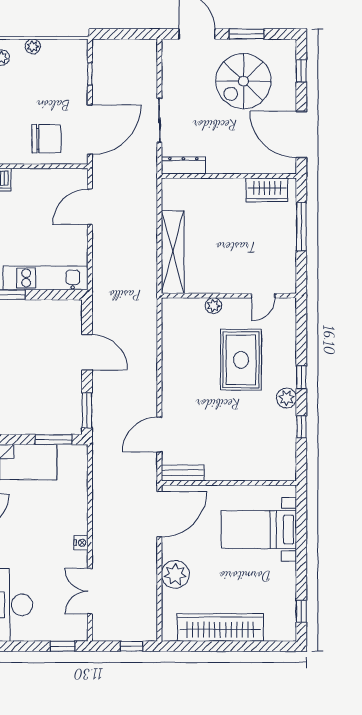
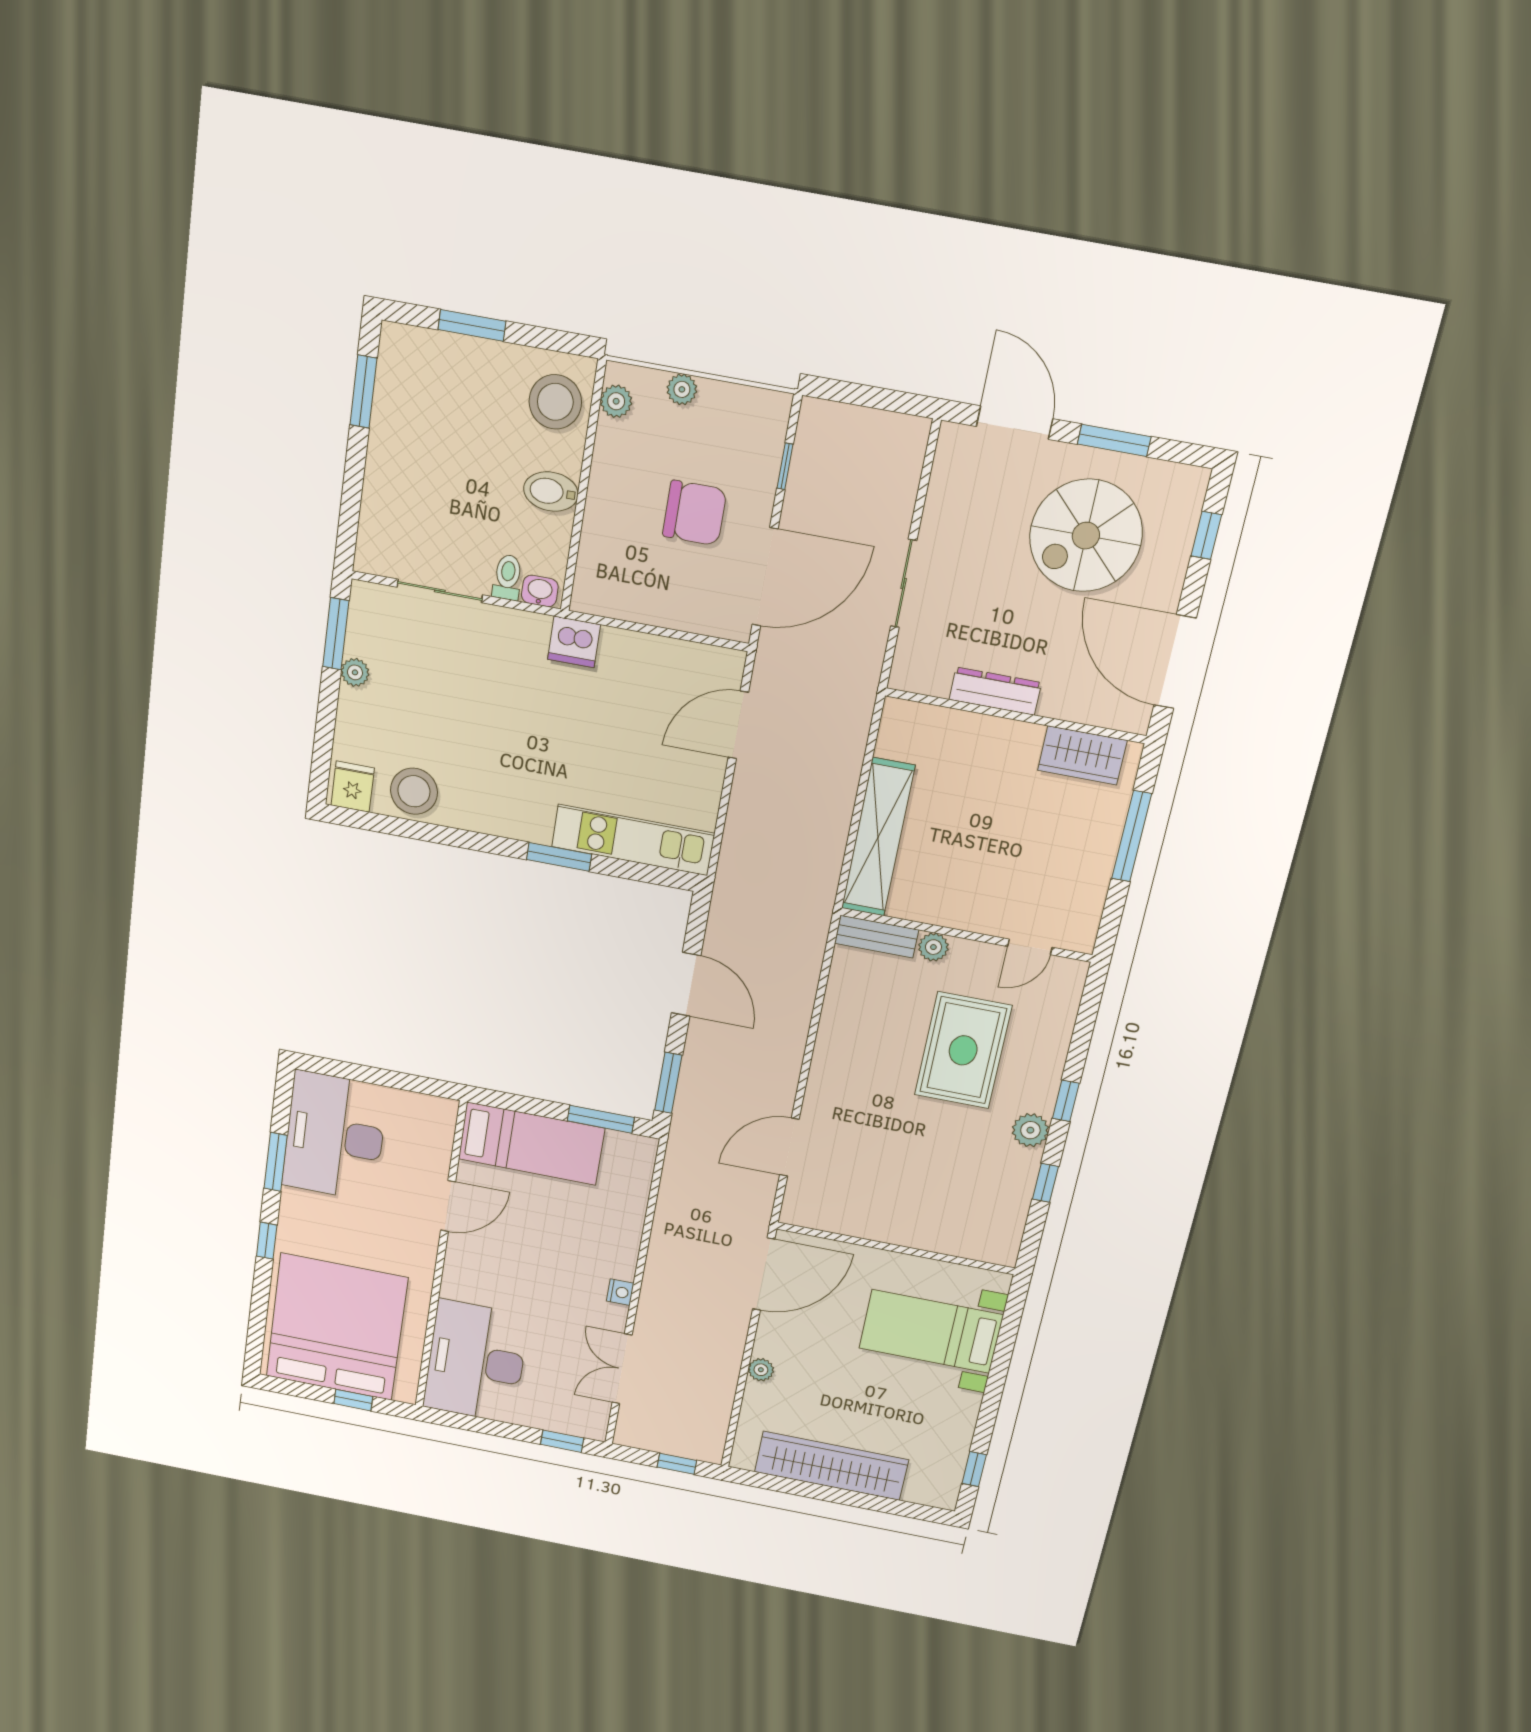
chair: (46, 139) -> (695, 513), moved
dresser: (183, 165) -> (995, 691), moved
bench: (183, 473) -> (876, 937), moved
plant: (175, 574) -> (761, 1370), width x0.53, depth x0.53

